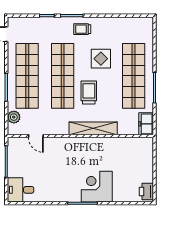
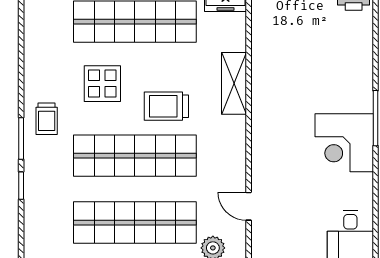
shelving: (93, 128) -> (234, 83), width x0.68
door: (36, 136) -> (249, 206), swing flipped
corner desk: (97, 187) -> (344, 143), moved

